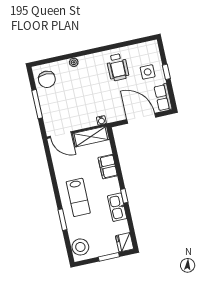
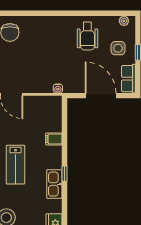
plant: (74, 62) -> (124, 21), moved
shelving: (91, 136) -> (43, 103), removed
filing cabinet: (108, 167) -> (54, 139), width x0.50

